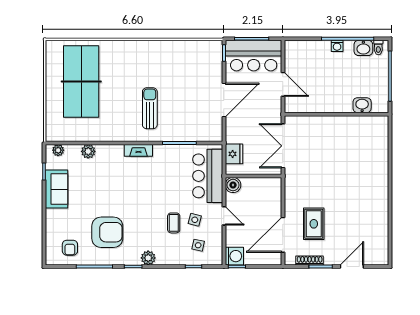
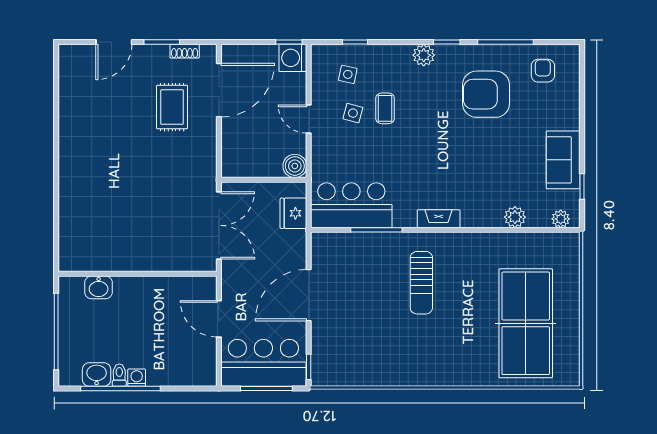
toilet: (378, 47) -> (119, 375), moved
bar counter: (208, 176) -> (351, 205), moved, turned -90
shoe rack: (310, 260) -> (185, 51), width x0.70

